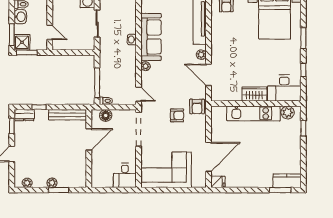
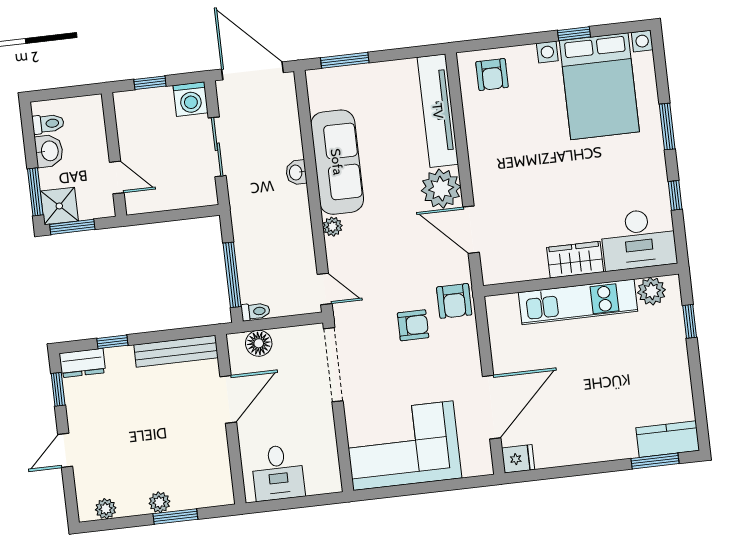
plant: (201, 55) -> (441, 189), width x1.87, depth x1.87
desk: (125, 175) -> (278, 473), moved

